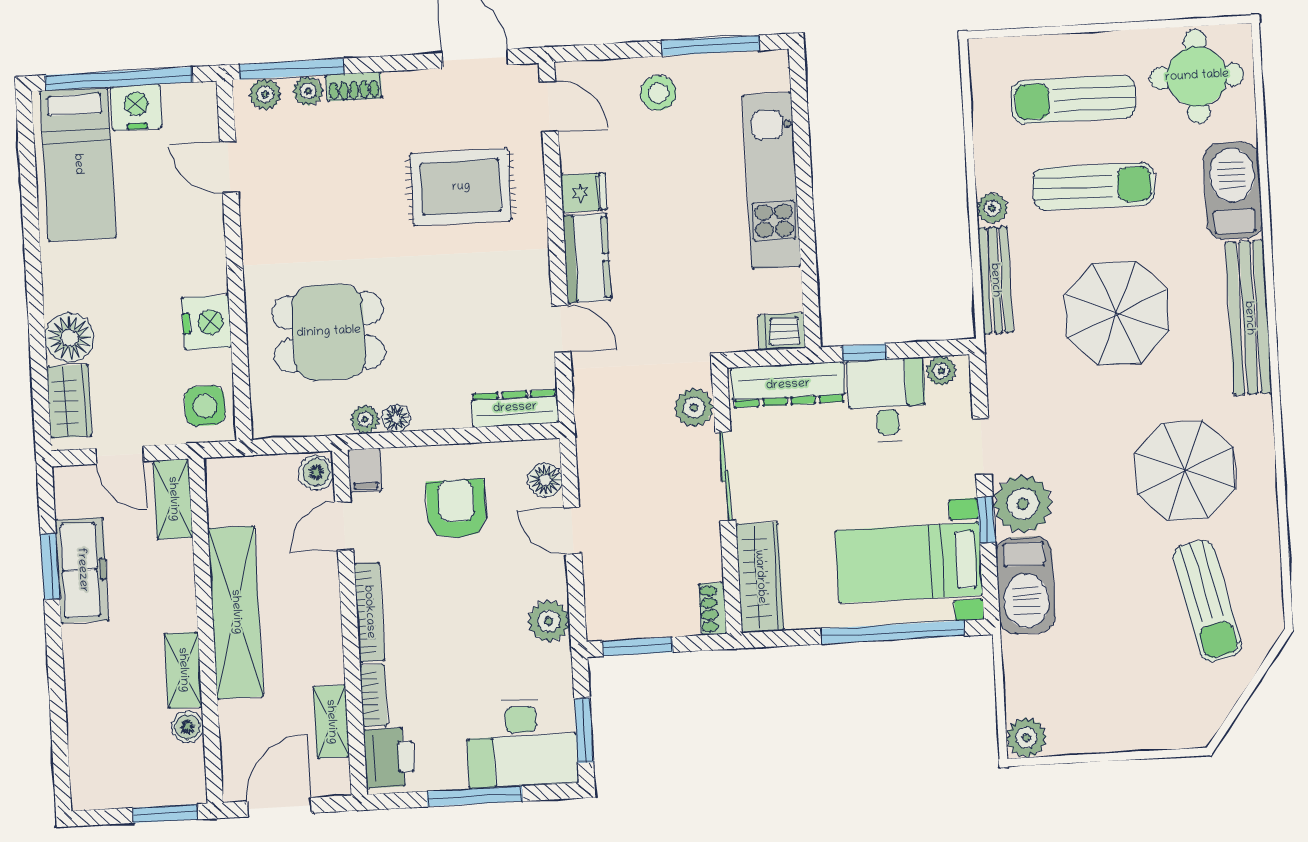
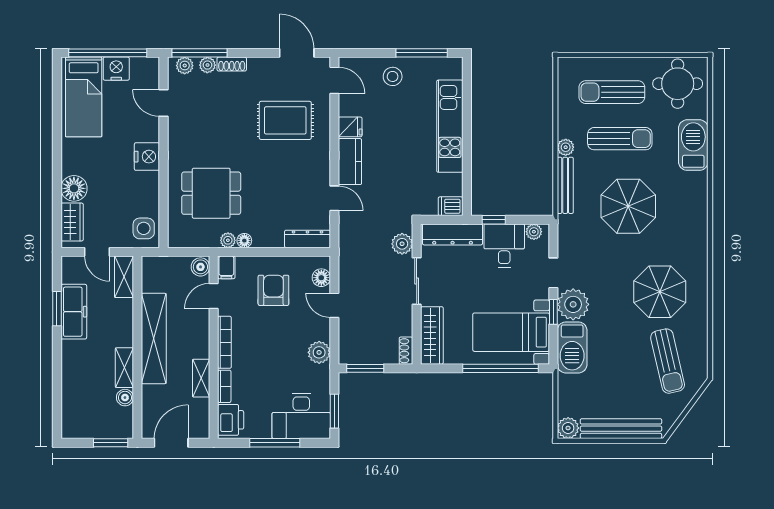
bench: (1249, 318) -> (621, 429), moved, turned 90
nightstand: (207, 322) -> (147, 157), moved
shelving: (331, 722) -> (201, 378), moved

